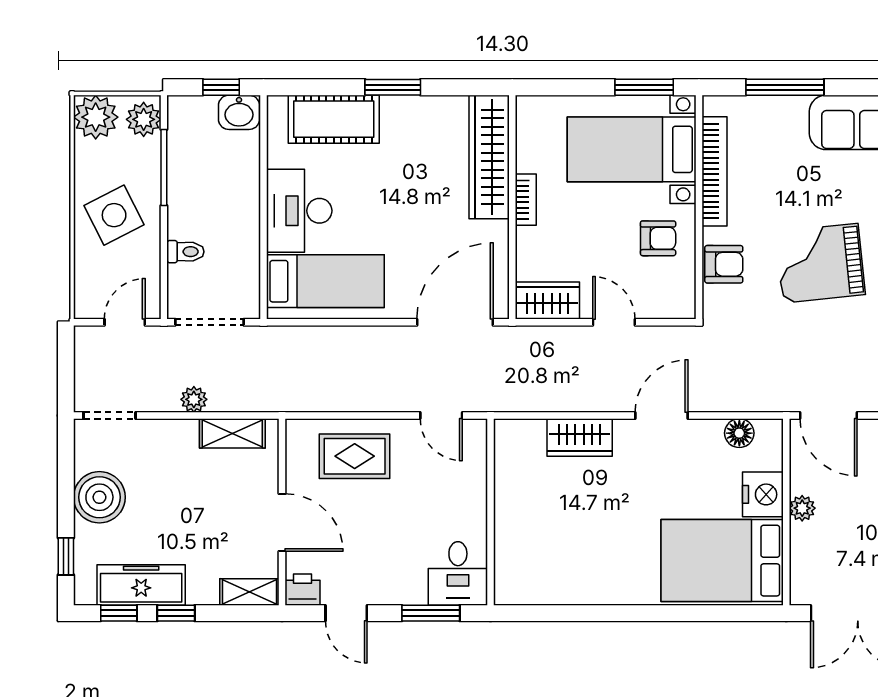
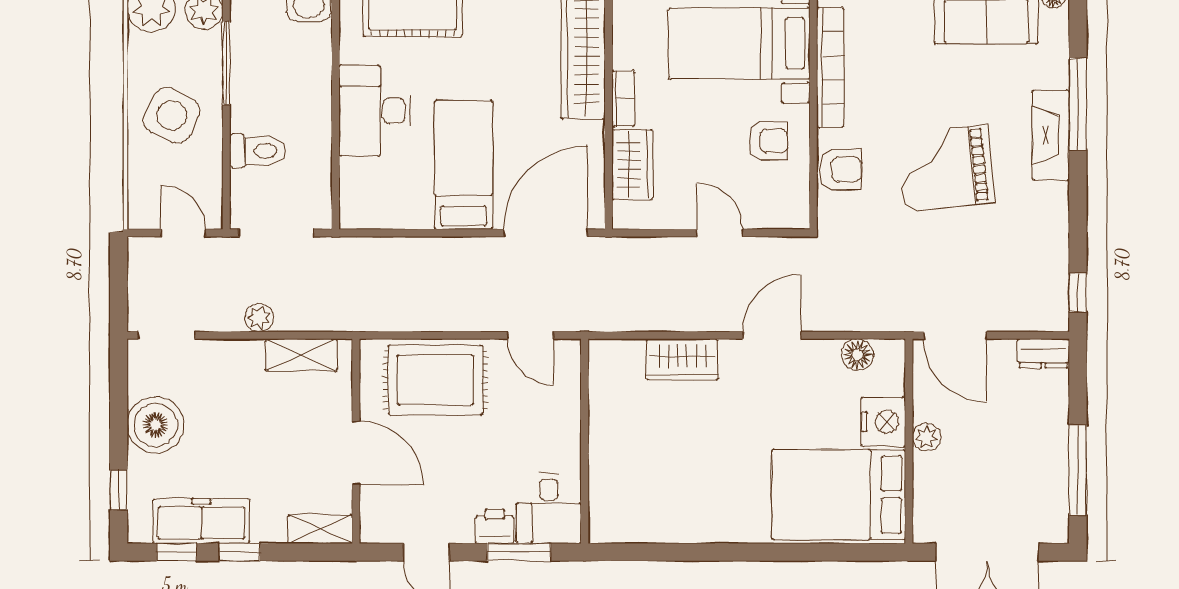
side table: (114, 215) -> (172, 115), turned -38
toilet: (185, 252) -> (258, 151), width x1.37, depth x1.39
bed: (325, 281) -> (463, 165), moved, turned -90
wardrobe: (547, 300) -> (632, 165), moved, turned 90
door: (125, 322) -> (183, 233), hinge flipped
rug: (355, 456) -> (435, 380), width x1.36, depth x1.43
printer: (302, 590) -> (495, 526), moved

